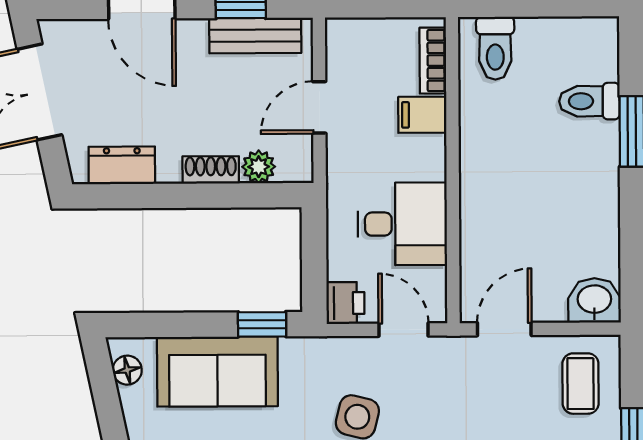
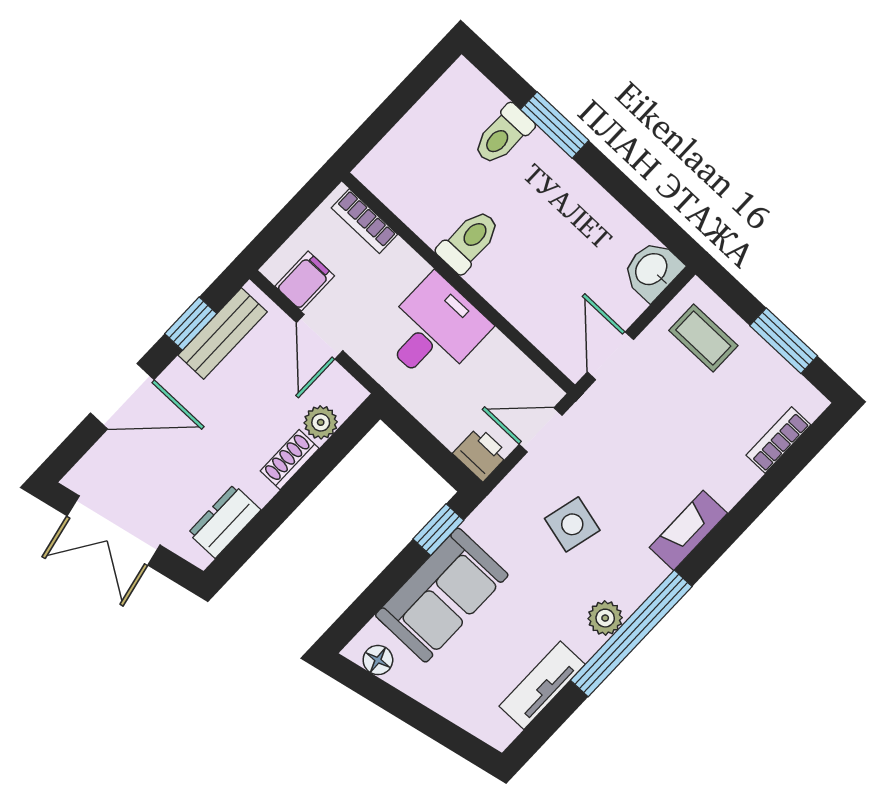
toilet: (495, 48) -> (469, 241), moved, turned -90
filing cabinet: (422, 115) -> (305, 281), moved, turned 180
desk: (402, 224) -> (434, 330), moved

